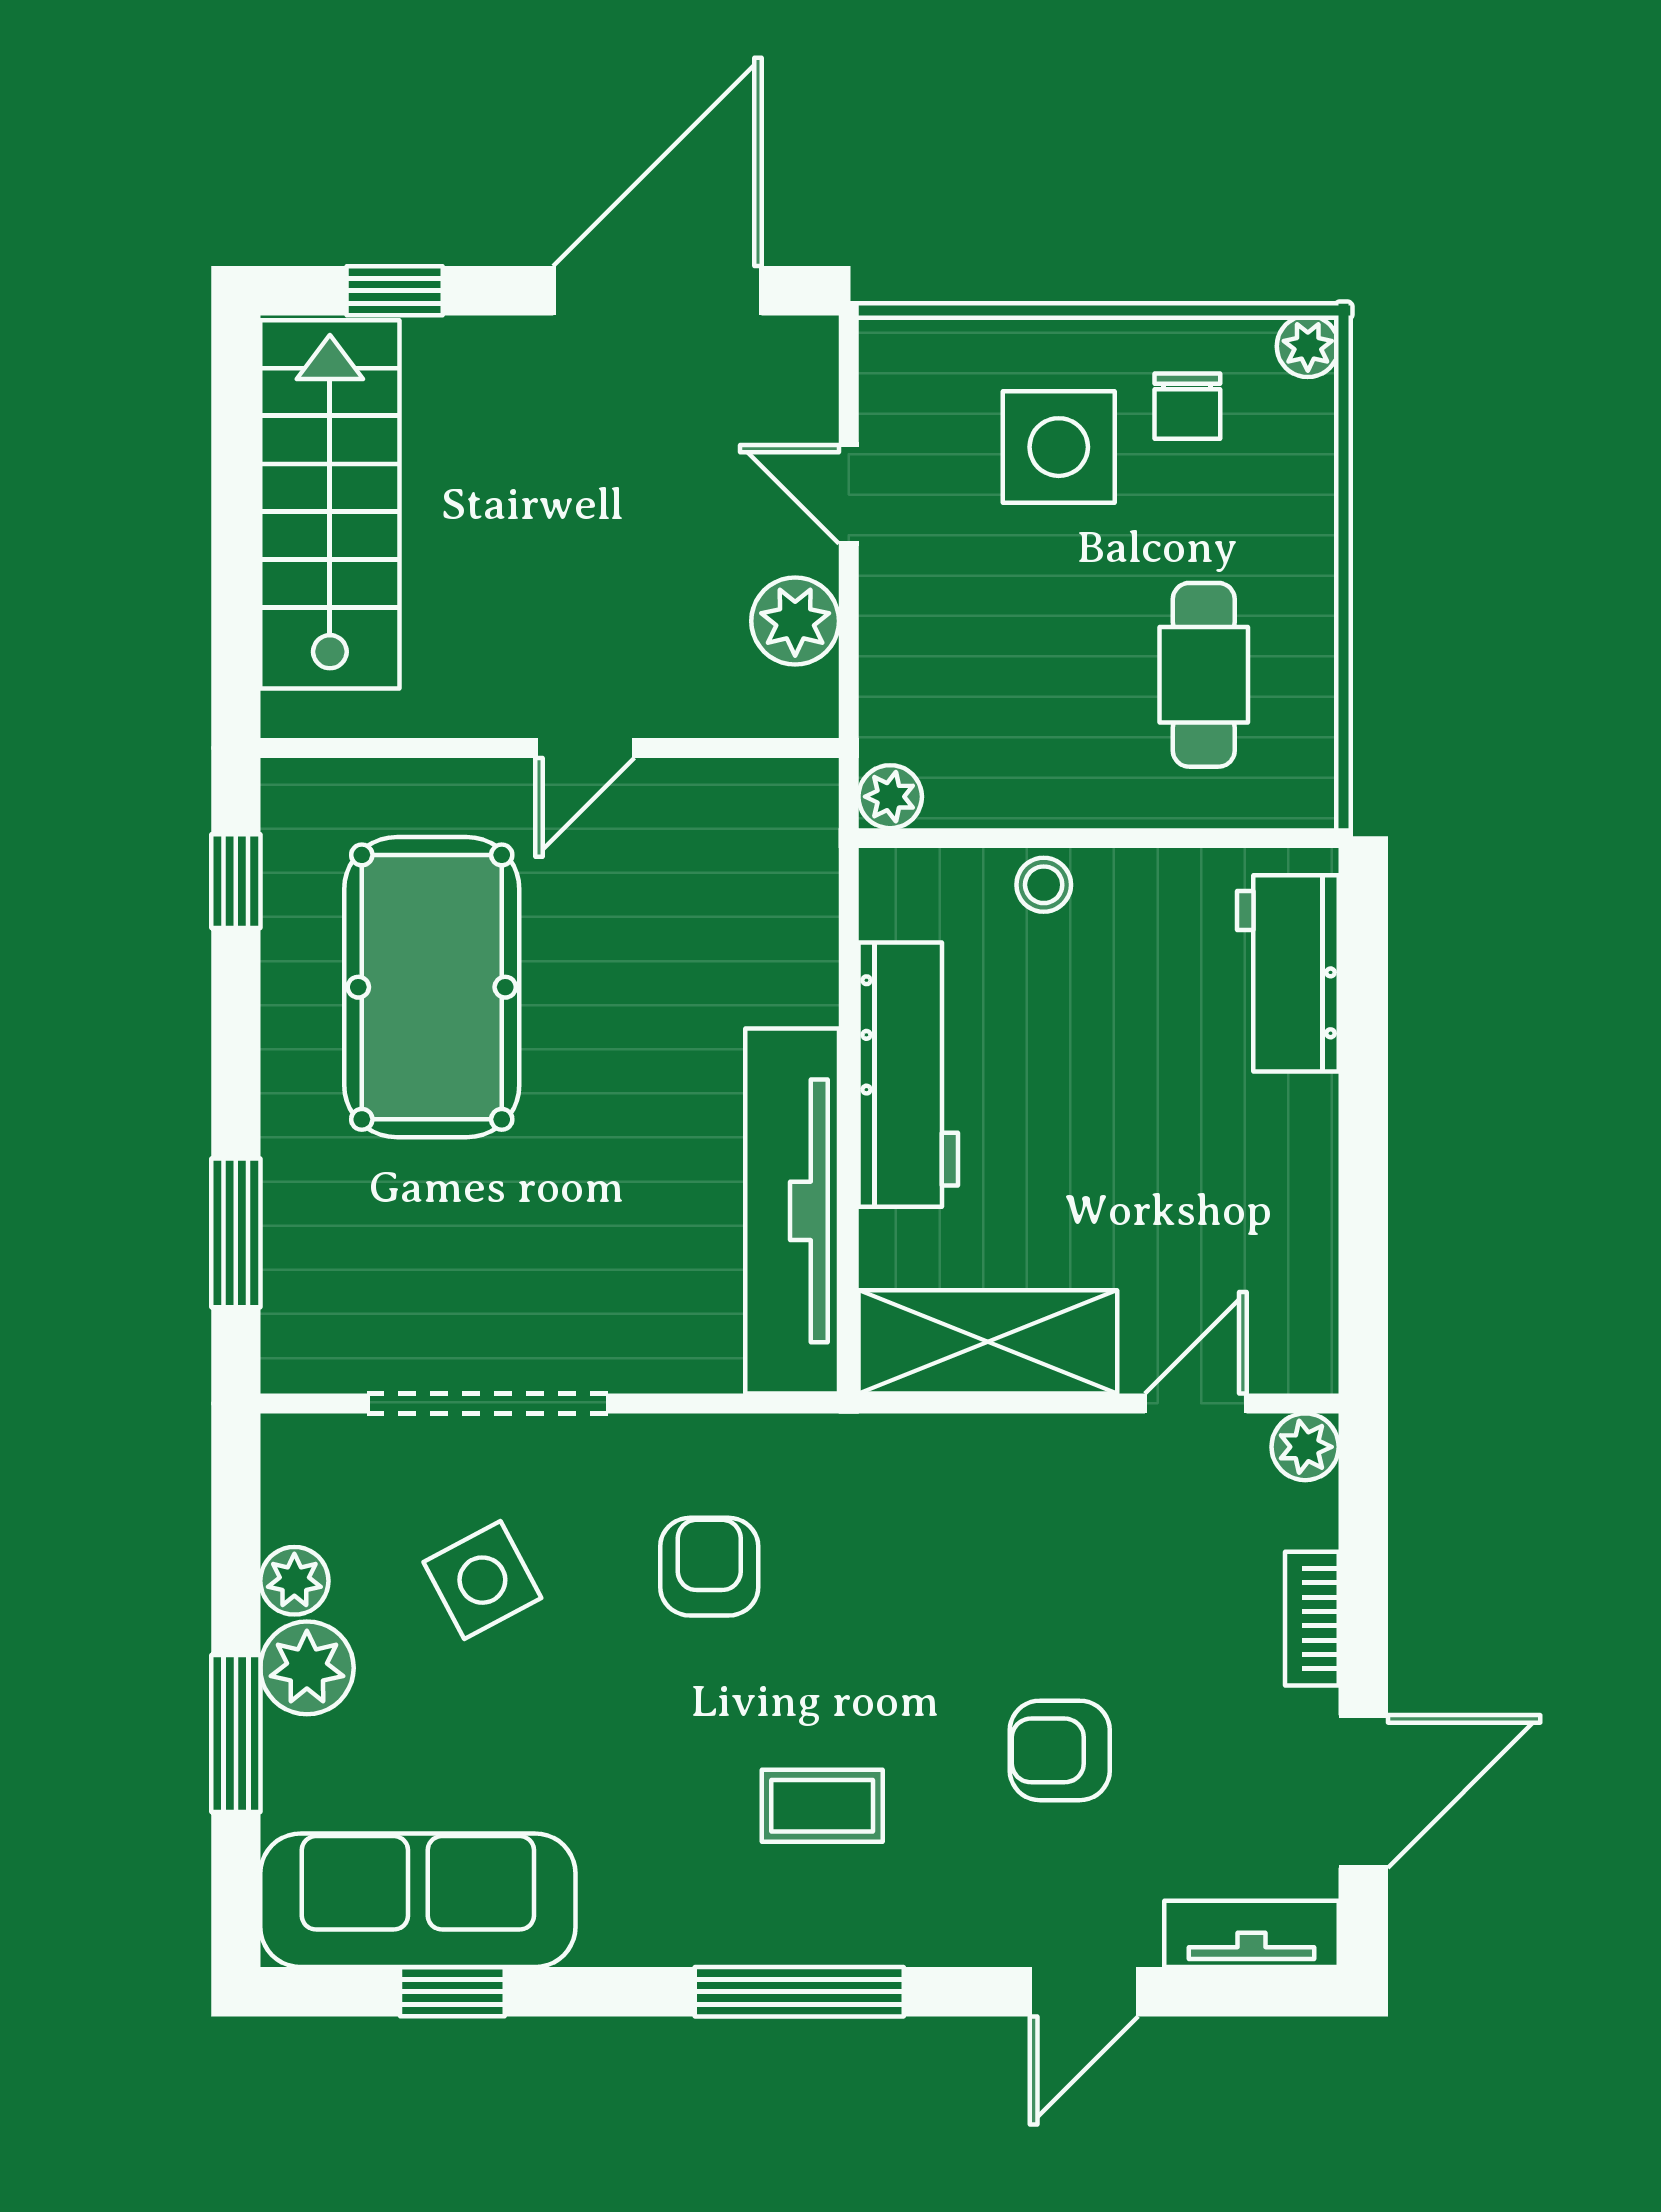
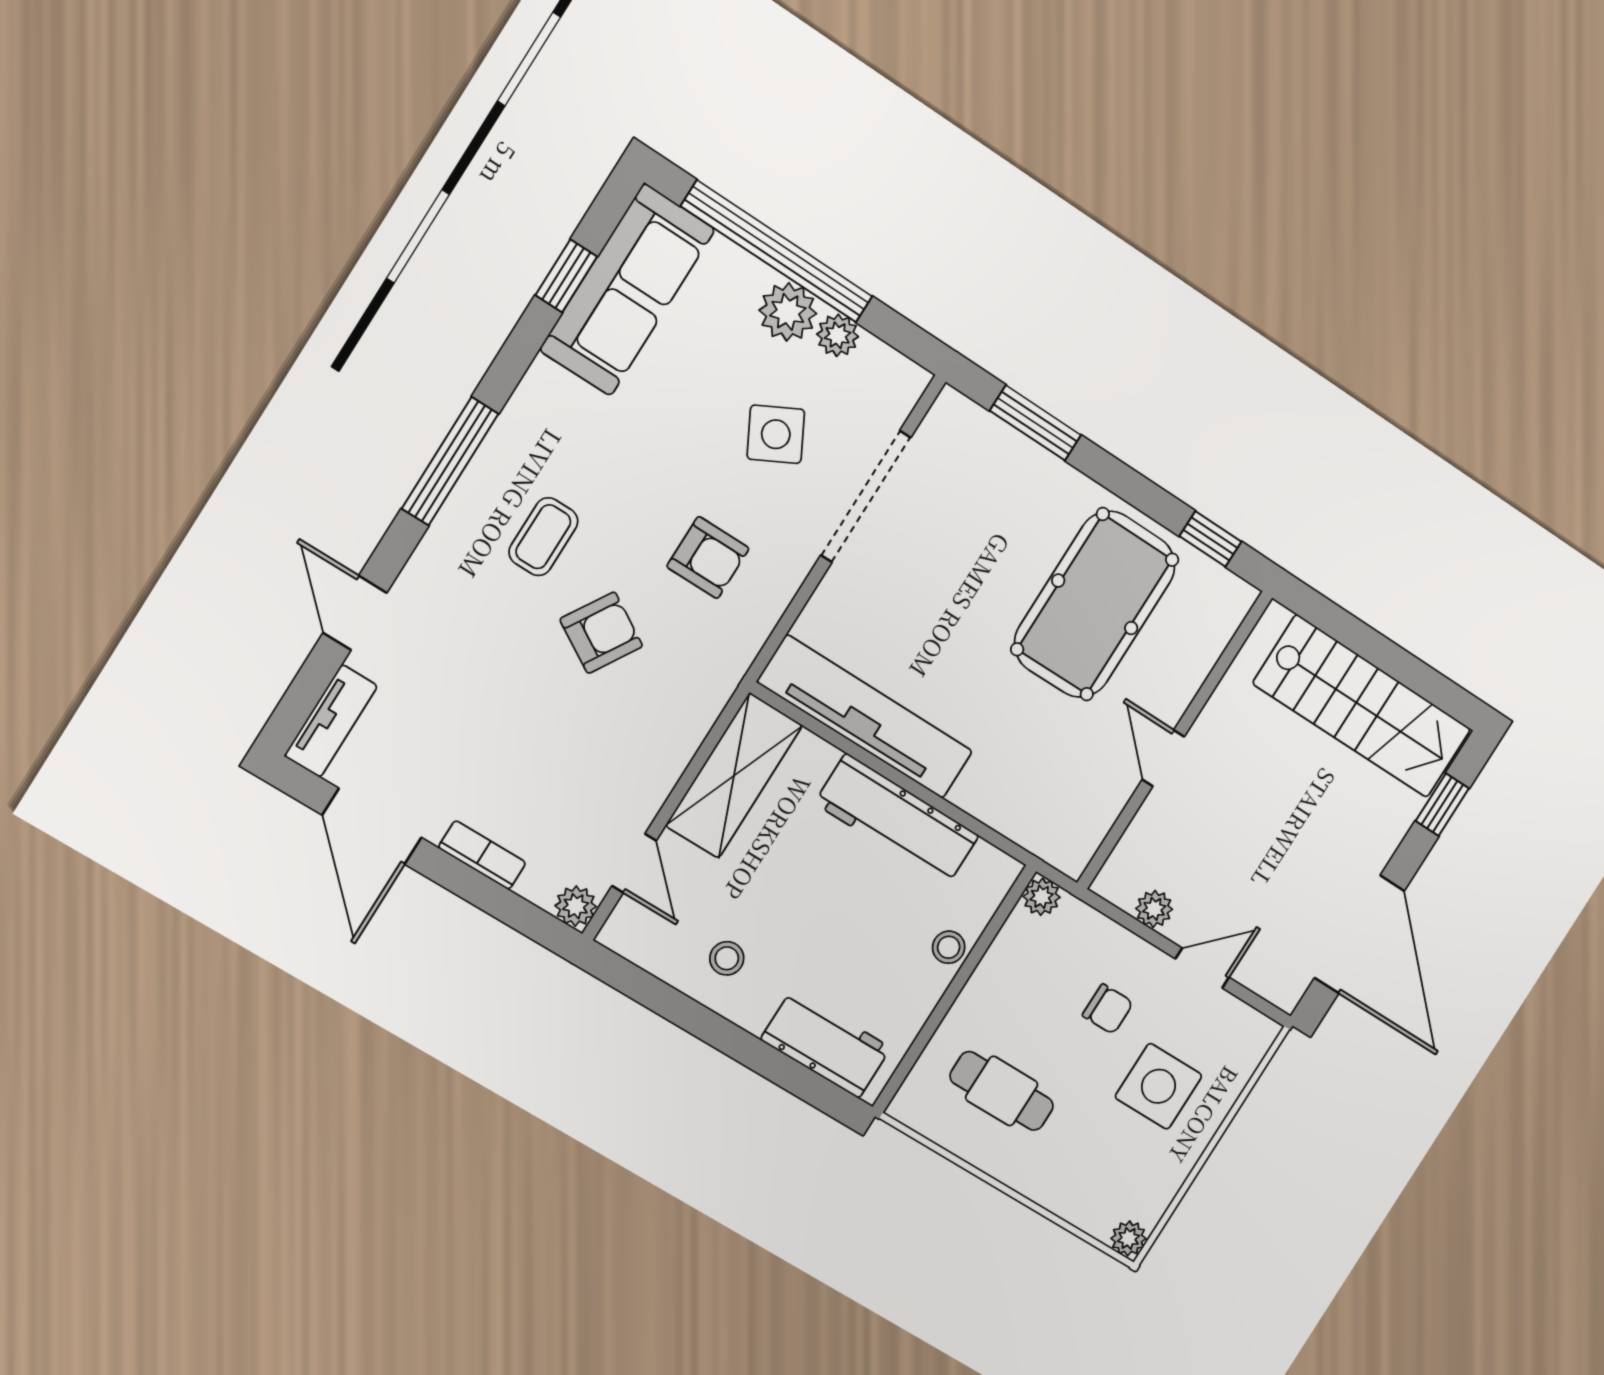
chair: (1187, 406) -> (1108, 1009), moved, turned 180
plant: (795, 621) -> (1154, 909), width x0.73, depth x0.73
pool table: (432, 987) -> (1095, 604), turned 90
stool: (1251, 1191) -> (727, 958), added
window: (236, 1733) -> (777, 252), width x2.11
armchair: (1060, 1750) -> (601, 633), moved, turned 31

